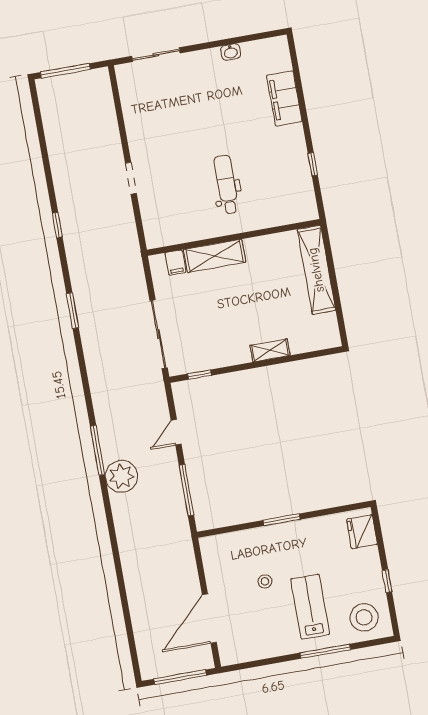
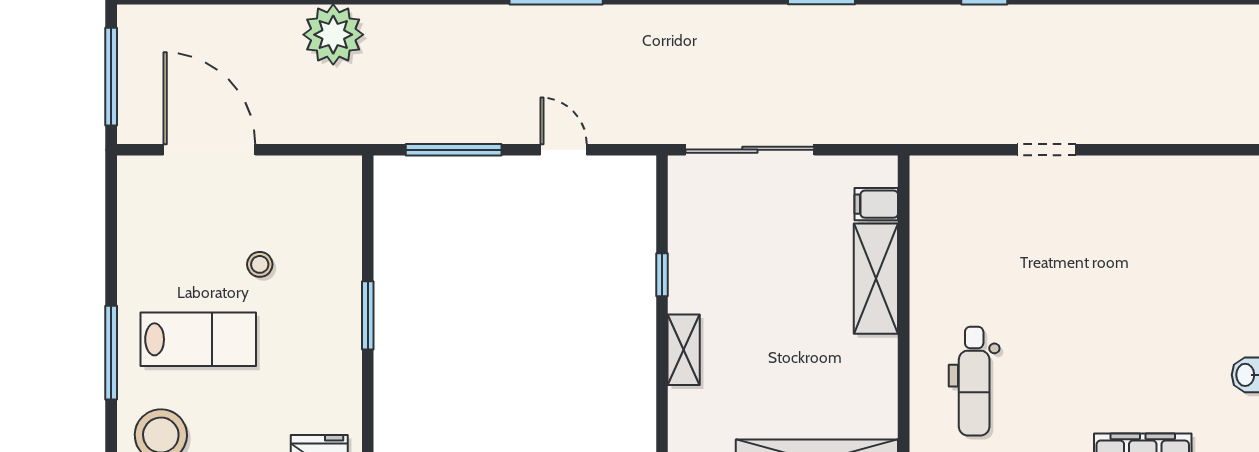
dental chair: (226, 185) -> (974, 381), moved, turned 90
window: (200, 375) -> (662, 275), moved
plant: (121, 476) -> (333, 35), moved

